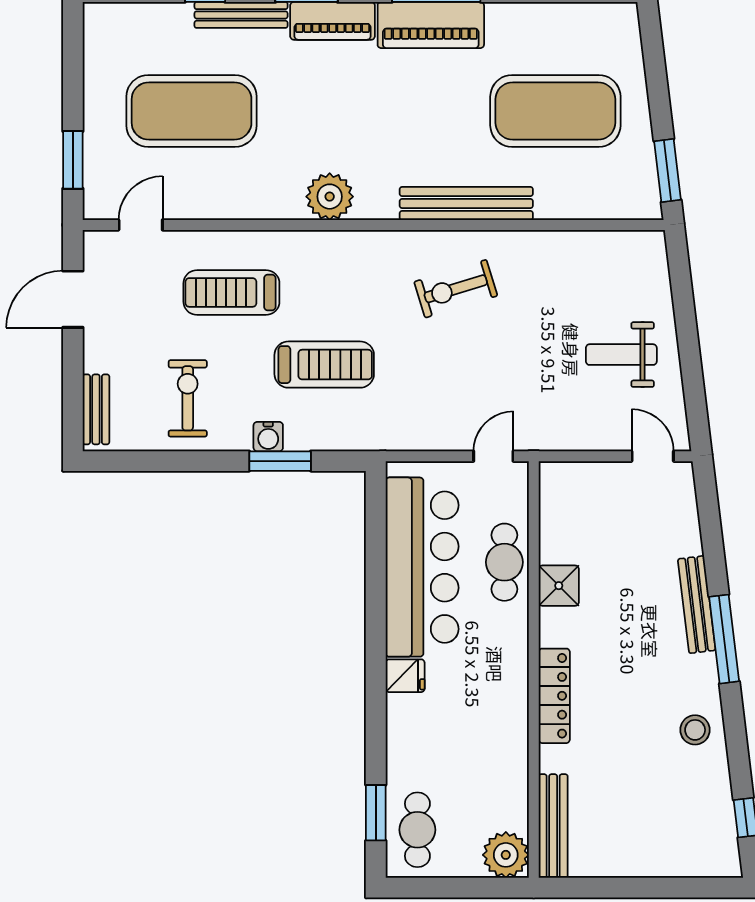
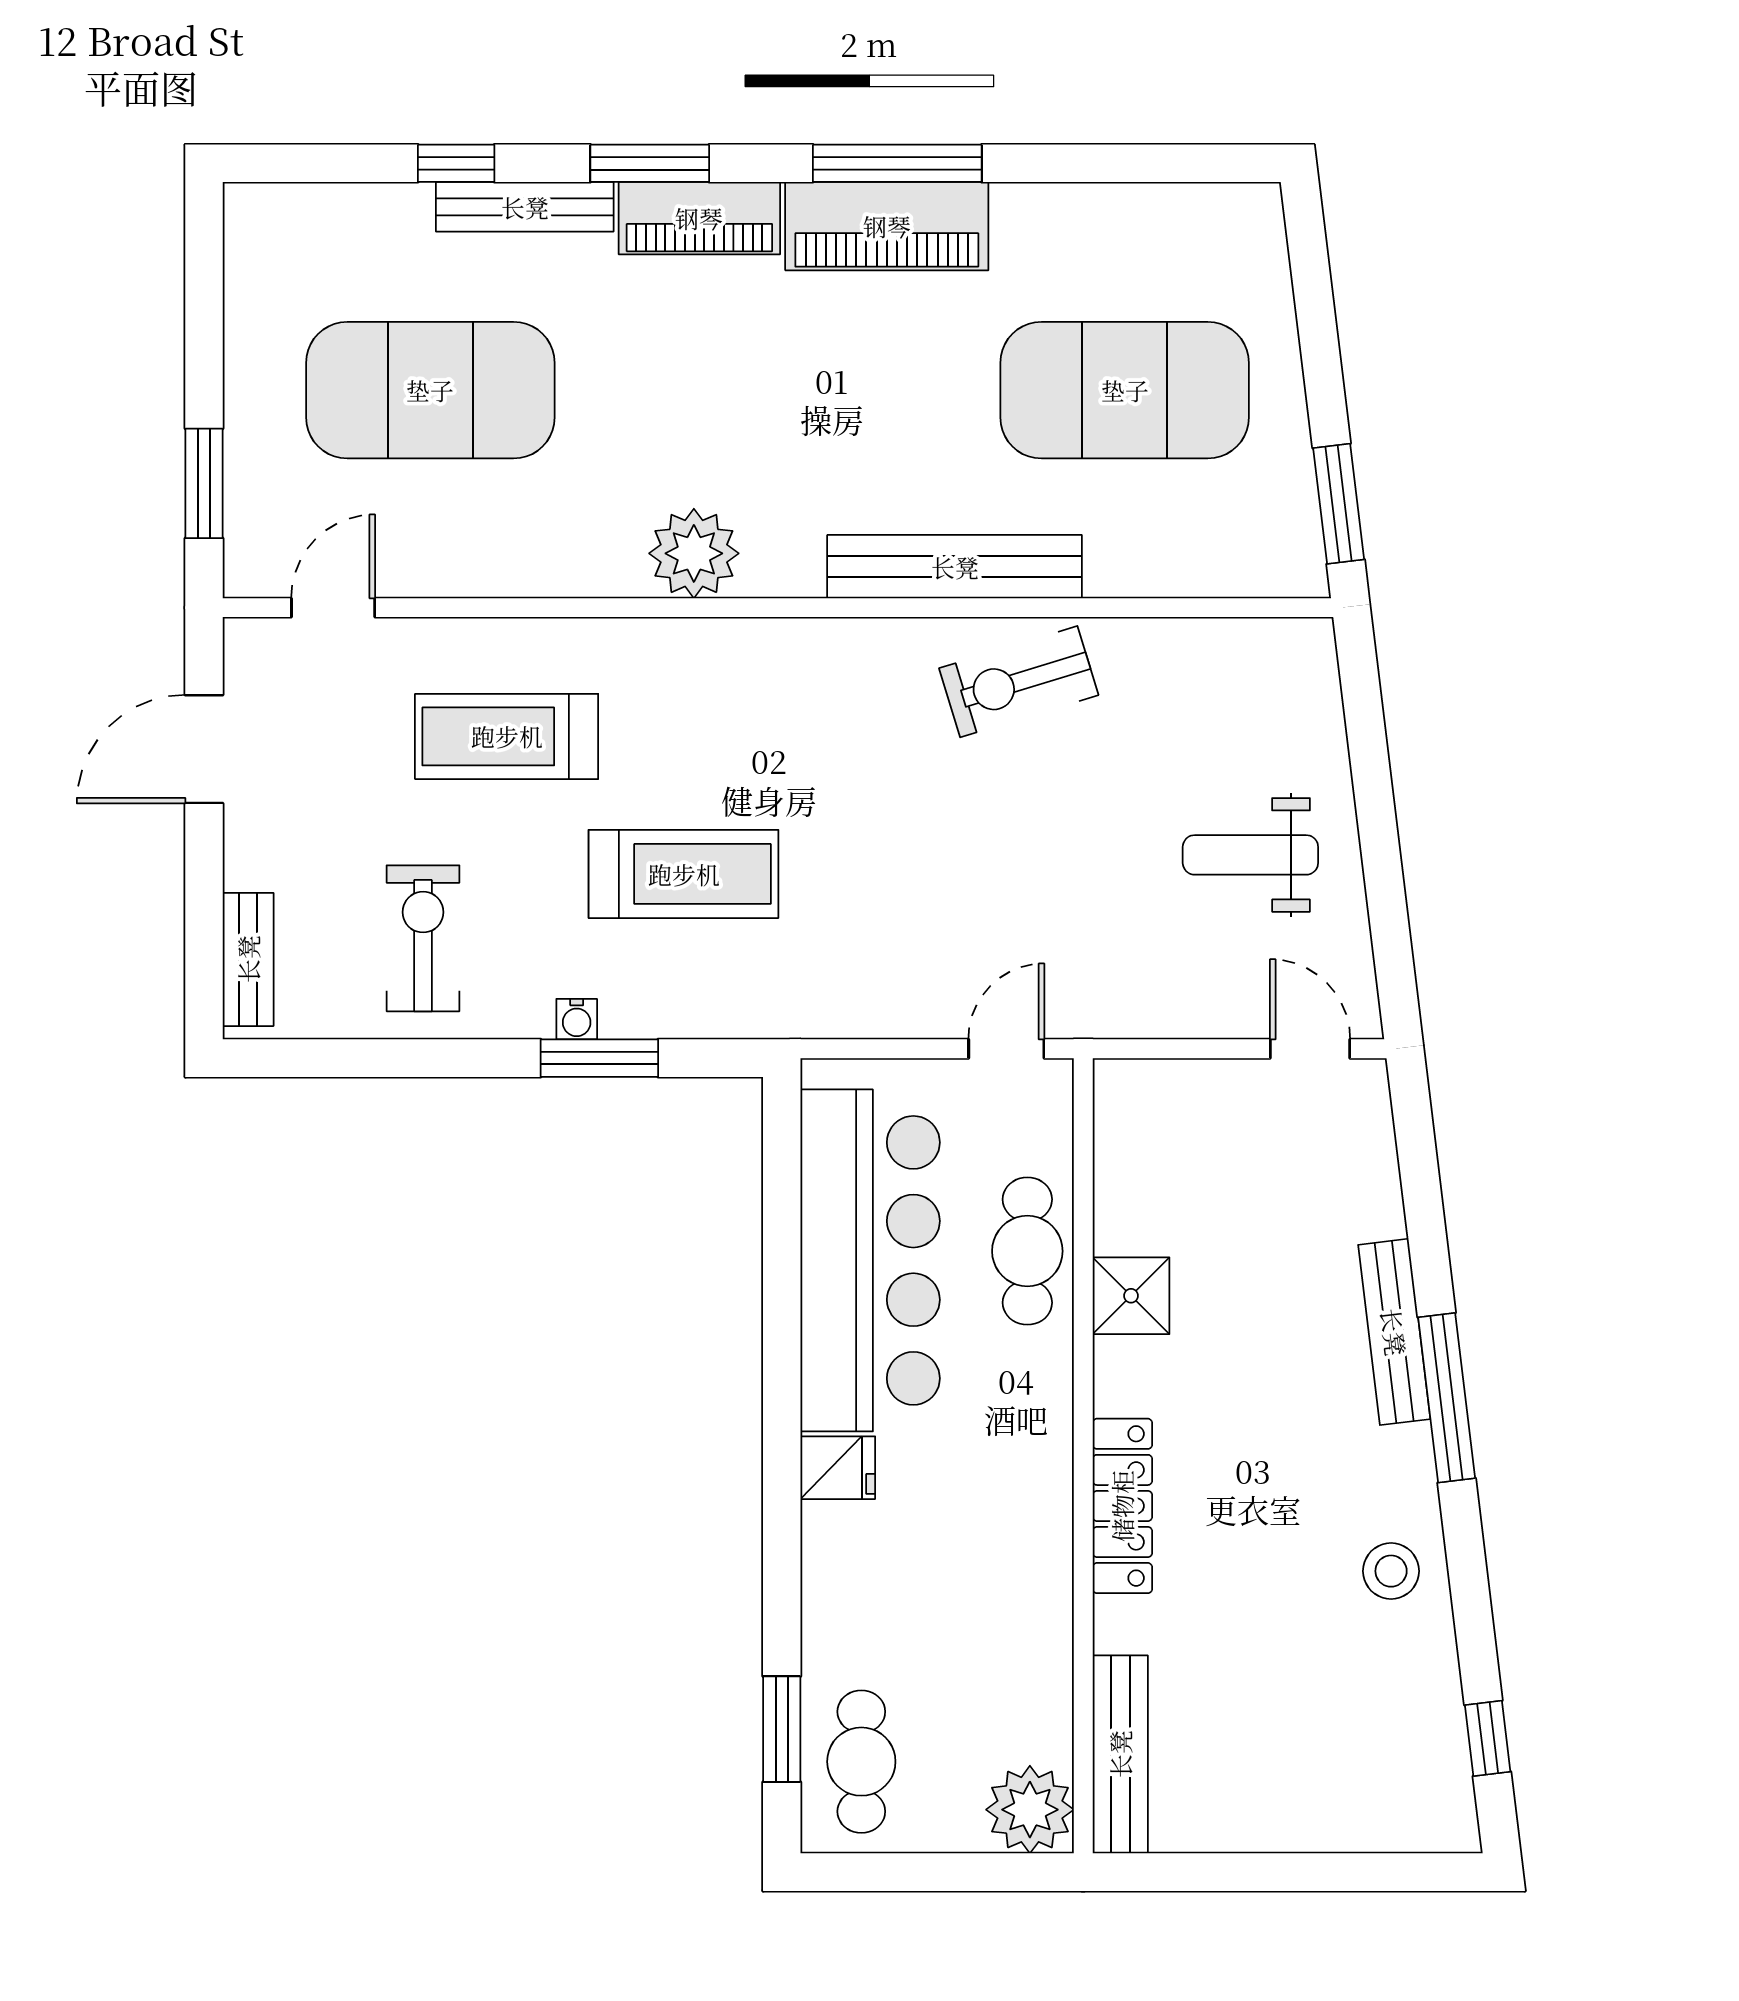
exercise bike: (456, 289) -> (1019, 682), moved
water cooler: (268, 437) -> (577, 1019), width x0.72, depth x0.72

